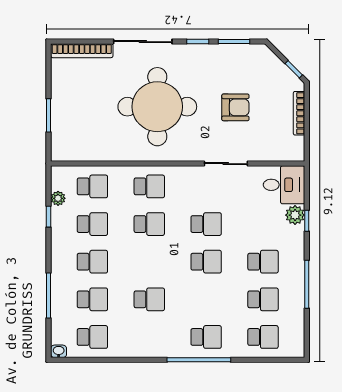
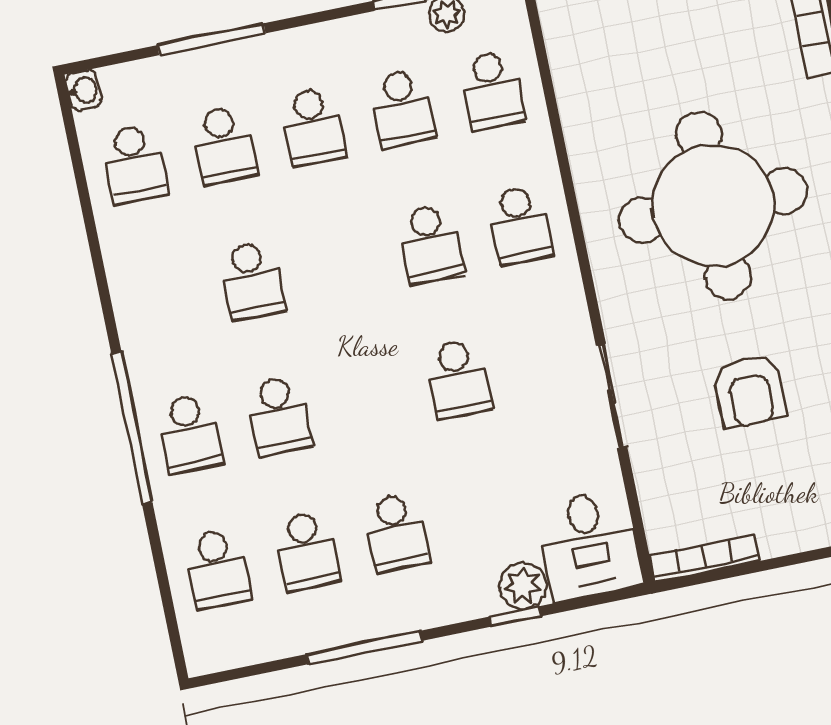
bookcase: (299, 113) -> (704, 558), moved
school desk: (206, 262) -> (279, 416), moved

